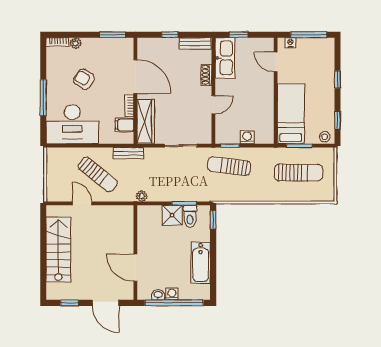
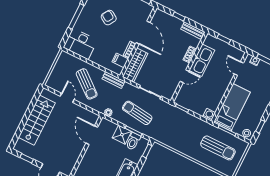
kitchen sink: (225, 58) -> (202, 60), moved
desk: (72, 124) -> (80, 44), width x0.73, depth x0.77
washing machine: (247, 137) -> (209, 115), moved
sun lounger: (229, 166) -> (137, 113), moved
door: (135, 268) -> (92, 135), moved

